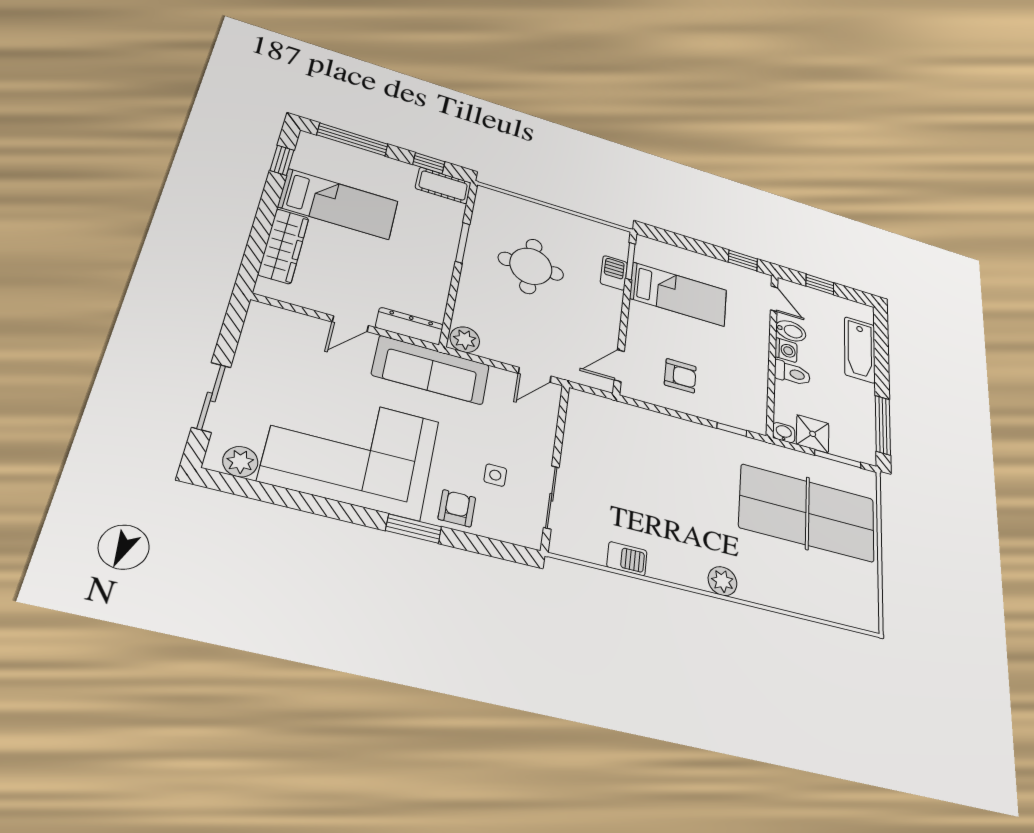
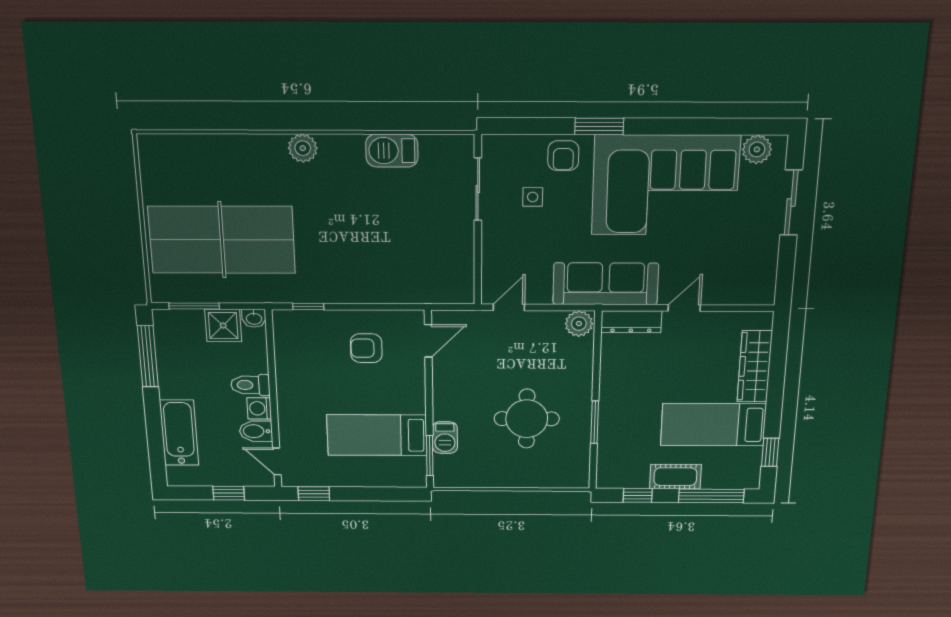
cot: (443, 186) -> (675, 477), moved
barbecue: (627, 559) -> (392, 151), width x1.38, depth x1.27

